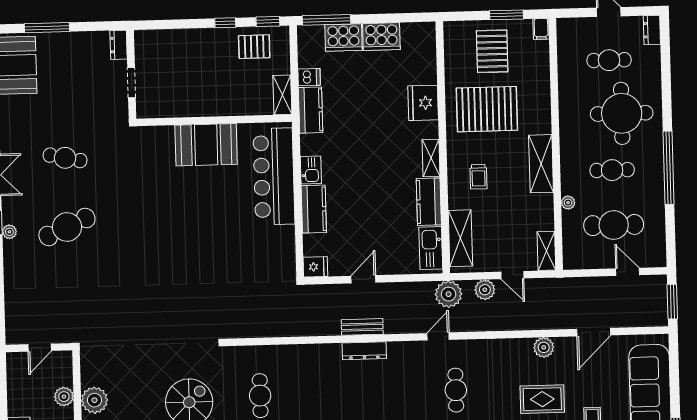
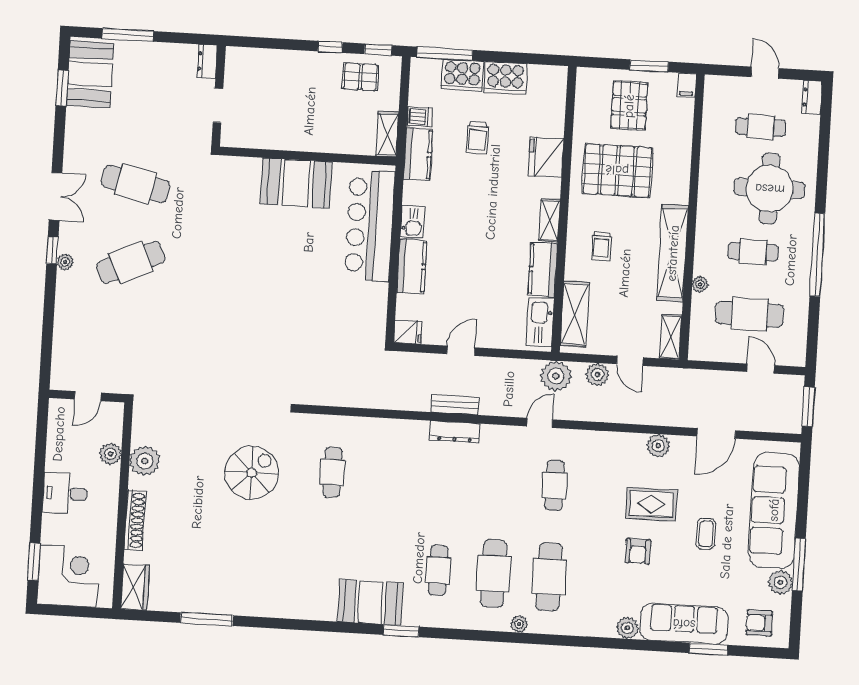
trolley: (361, 91) -> (477, 138), added
cafe table: (65, 158) -> (135, 184), width x1.37, depth x1.35
shelving: (541, 164) -> (673, 253), width x1.47

